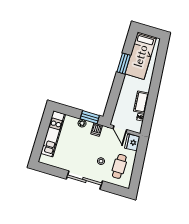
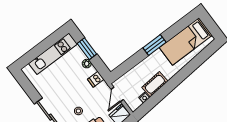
window: (124, 64) -> (155, 45), moved
window: (90, 117) -> (87, 49), moved

